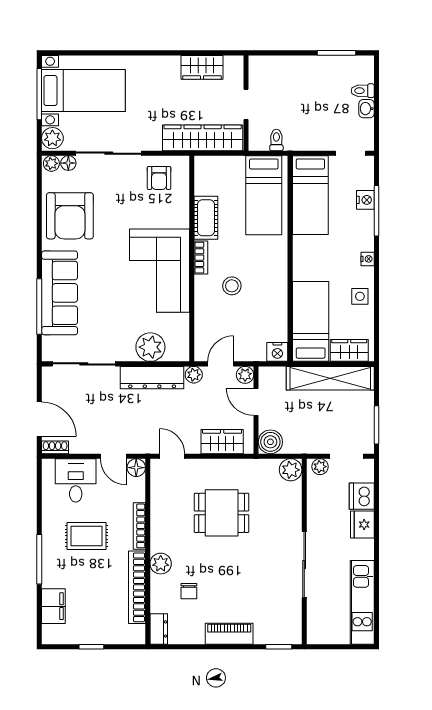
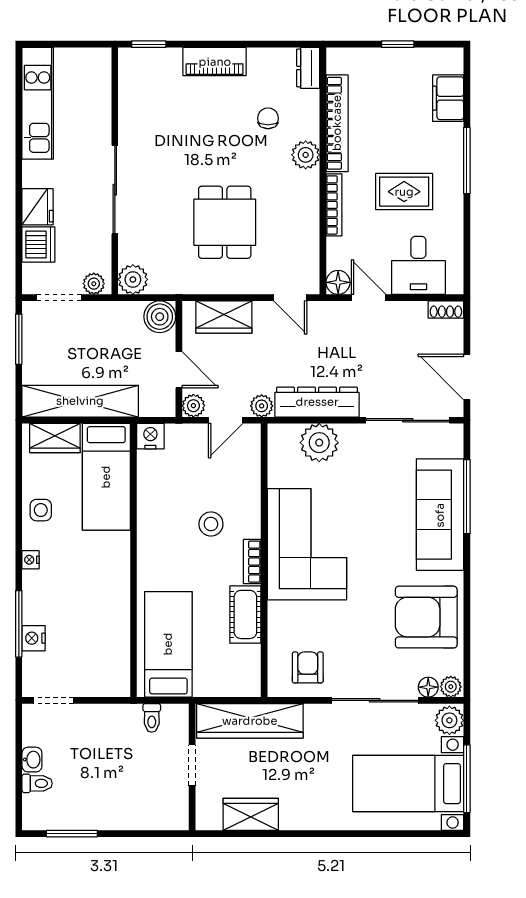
bed: (310, 195) -> (107, 645), removed
armchair: (70, 216) -> (426, 617), turned -90
door: (39, 419) -> (467, 377), moved
dining table: (222, 513) -> (225, 222), turned 90
sliding door: (304, 564) -> (115, 190), moved

